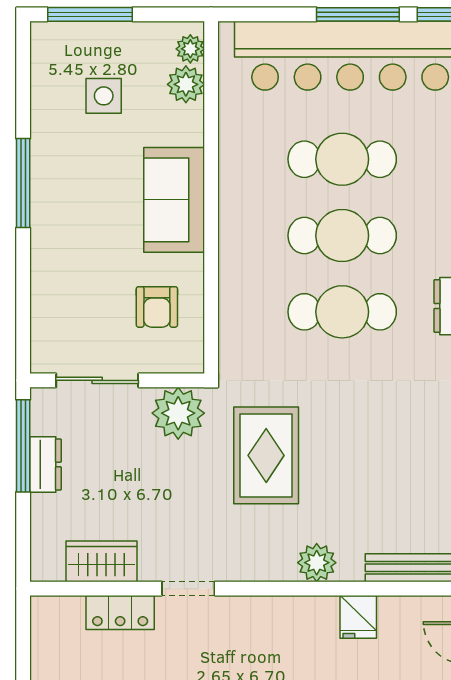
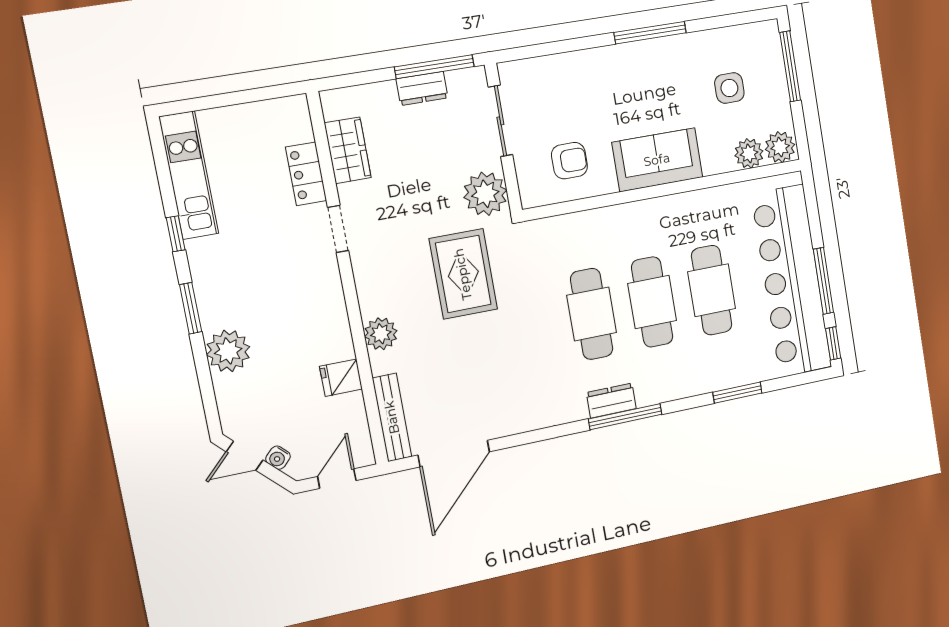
plant: (190, 49) -> (780, 147), width x1.38, depth x1.38
armchair: (157, 307) -> (569, 161), turned 180
rug: (266, 455) -> (463, 274), turned 90

